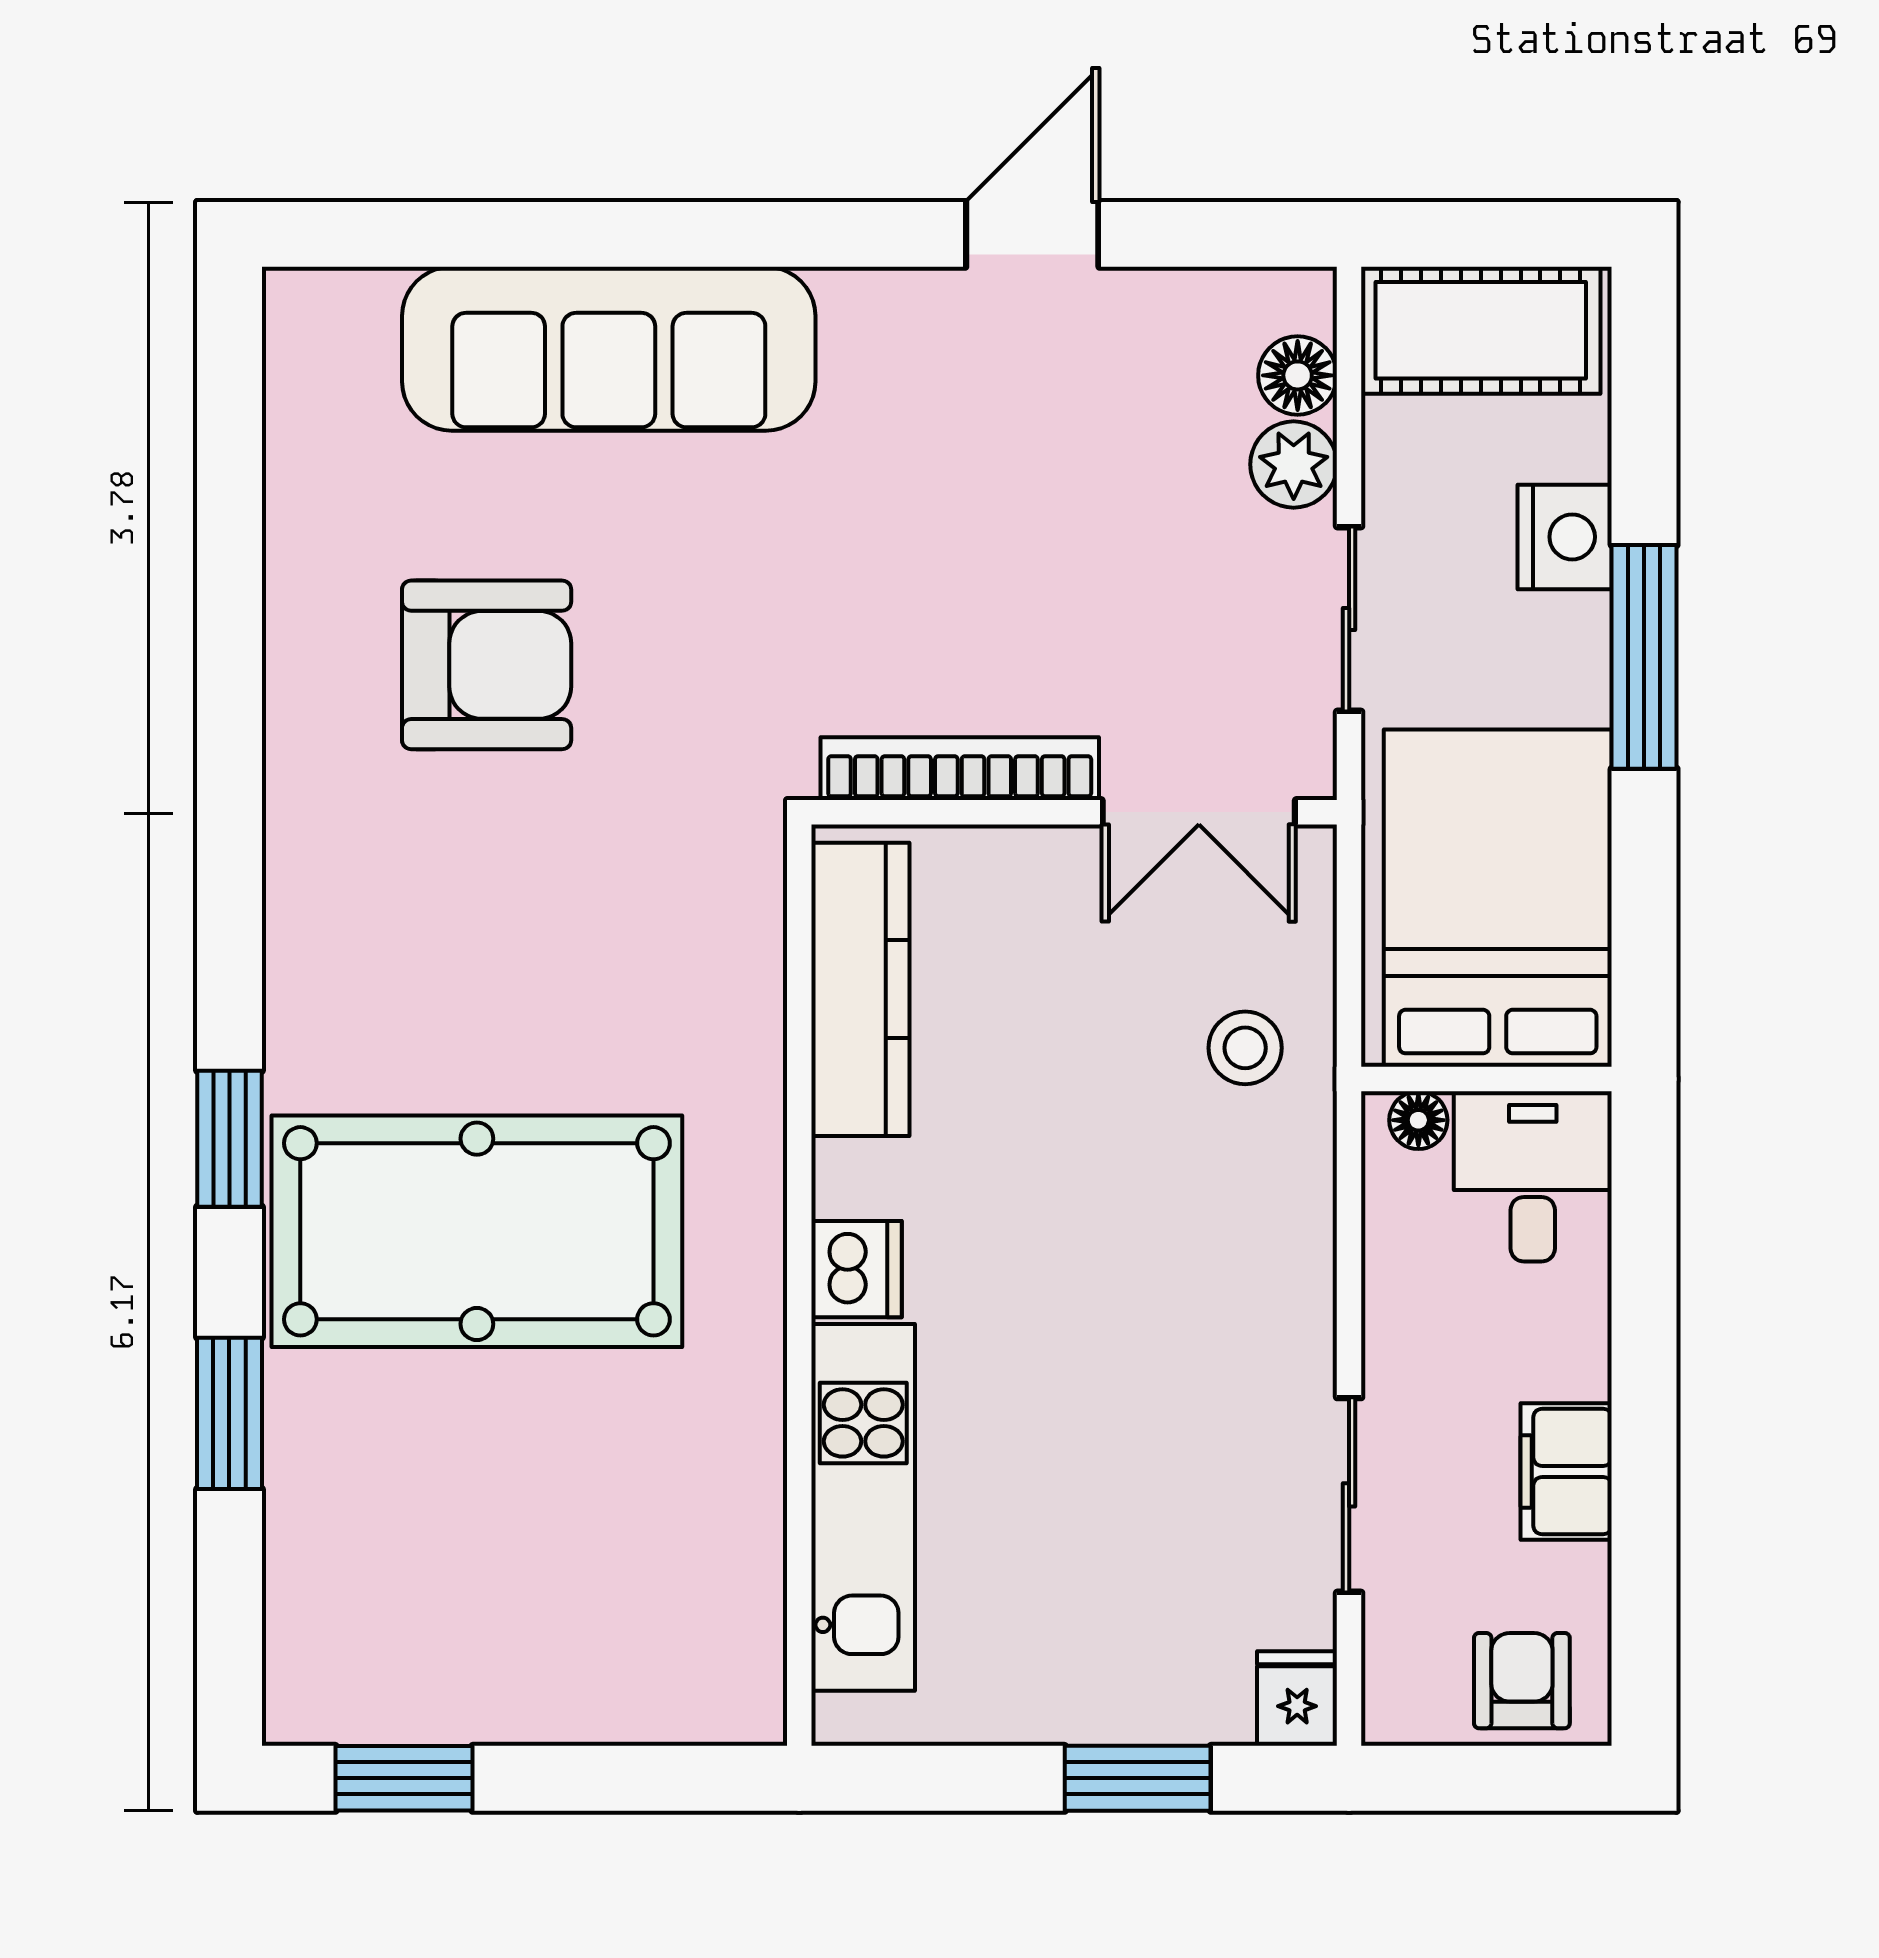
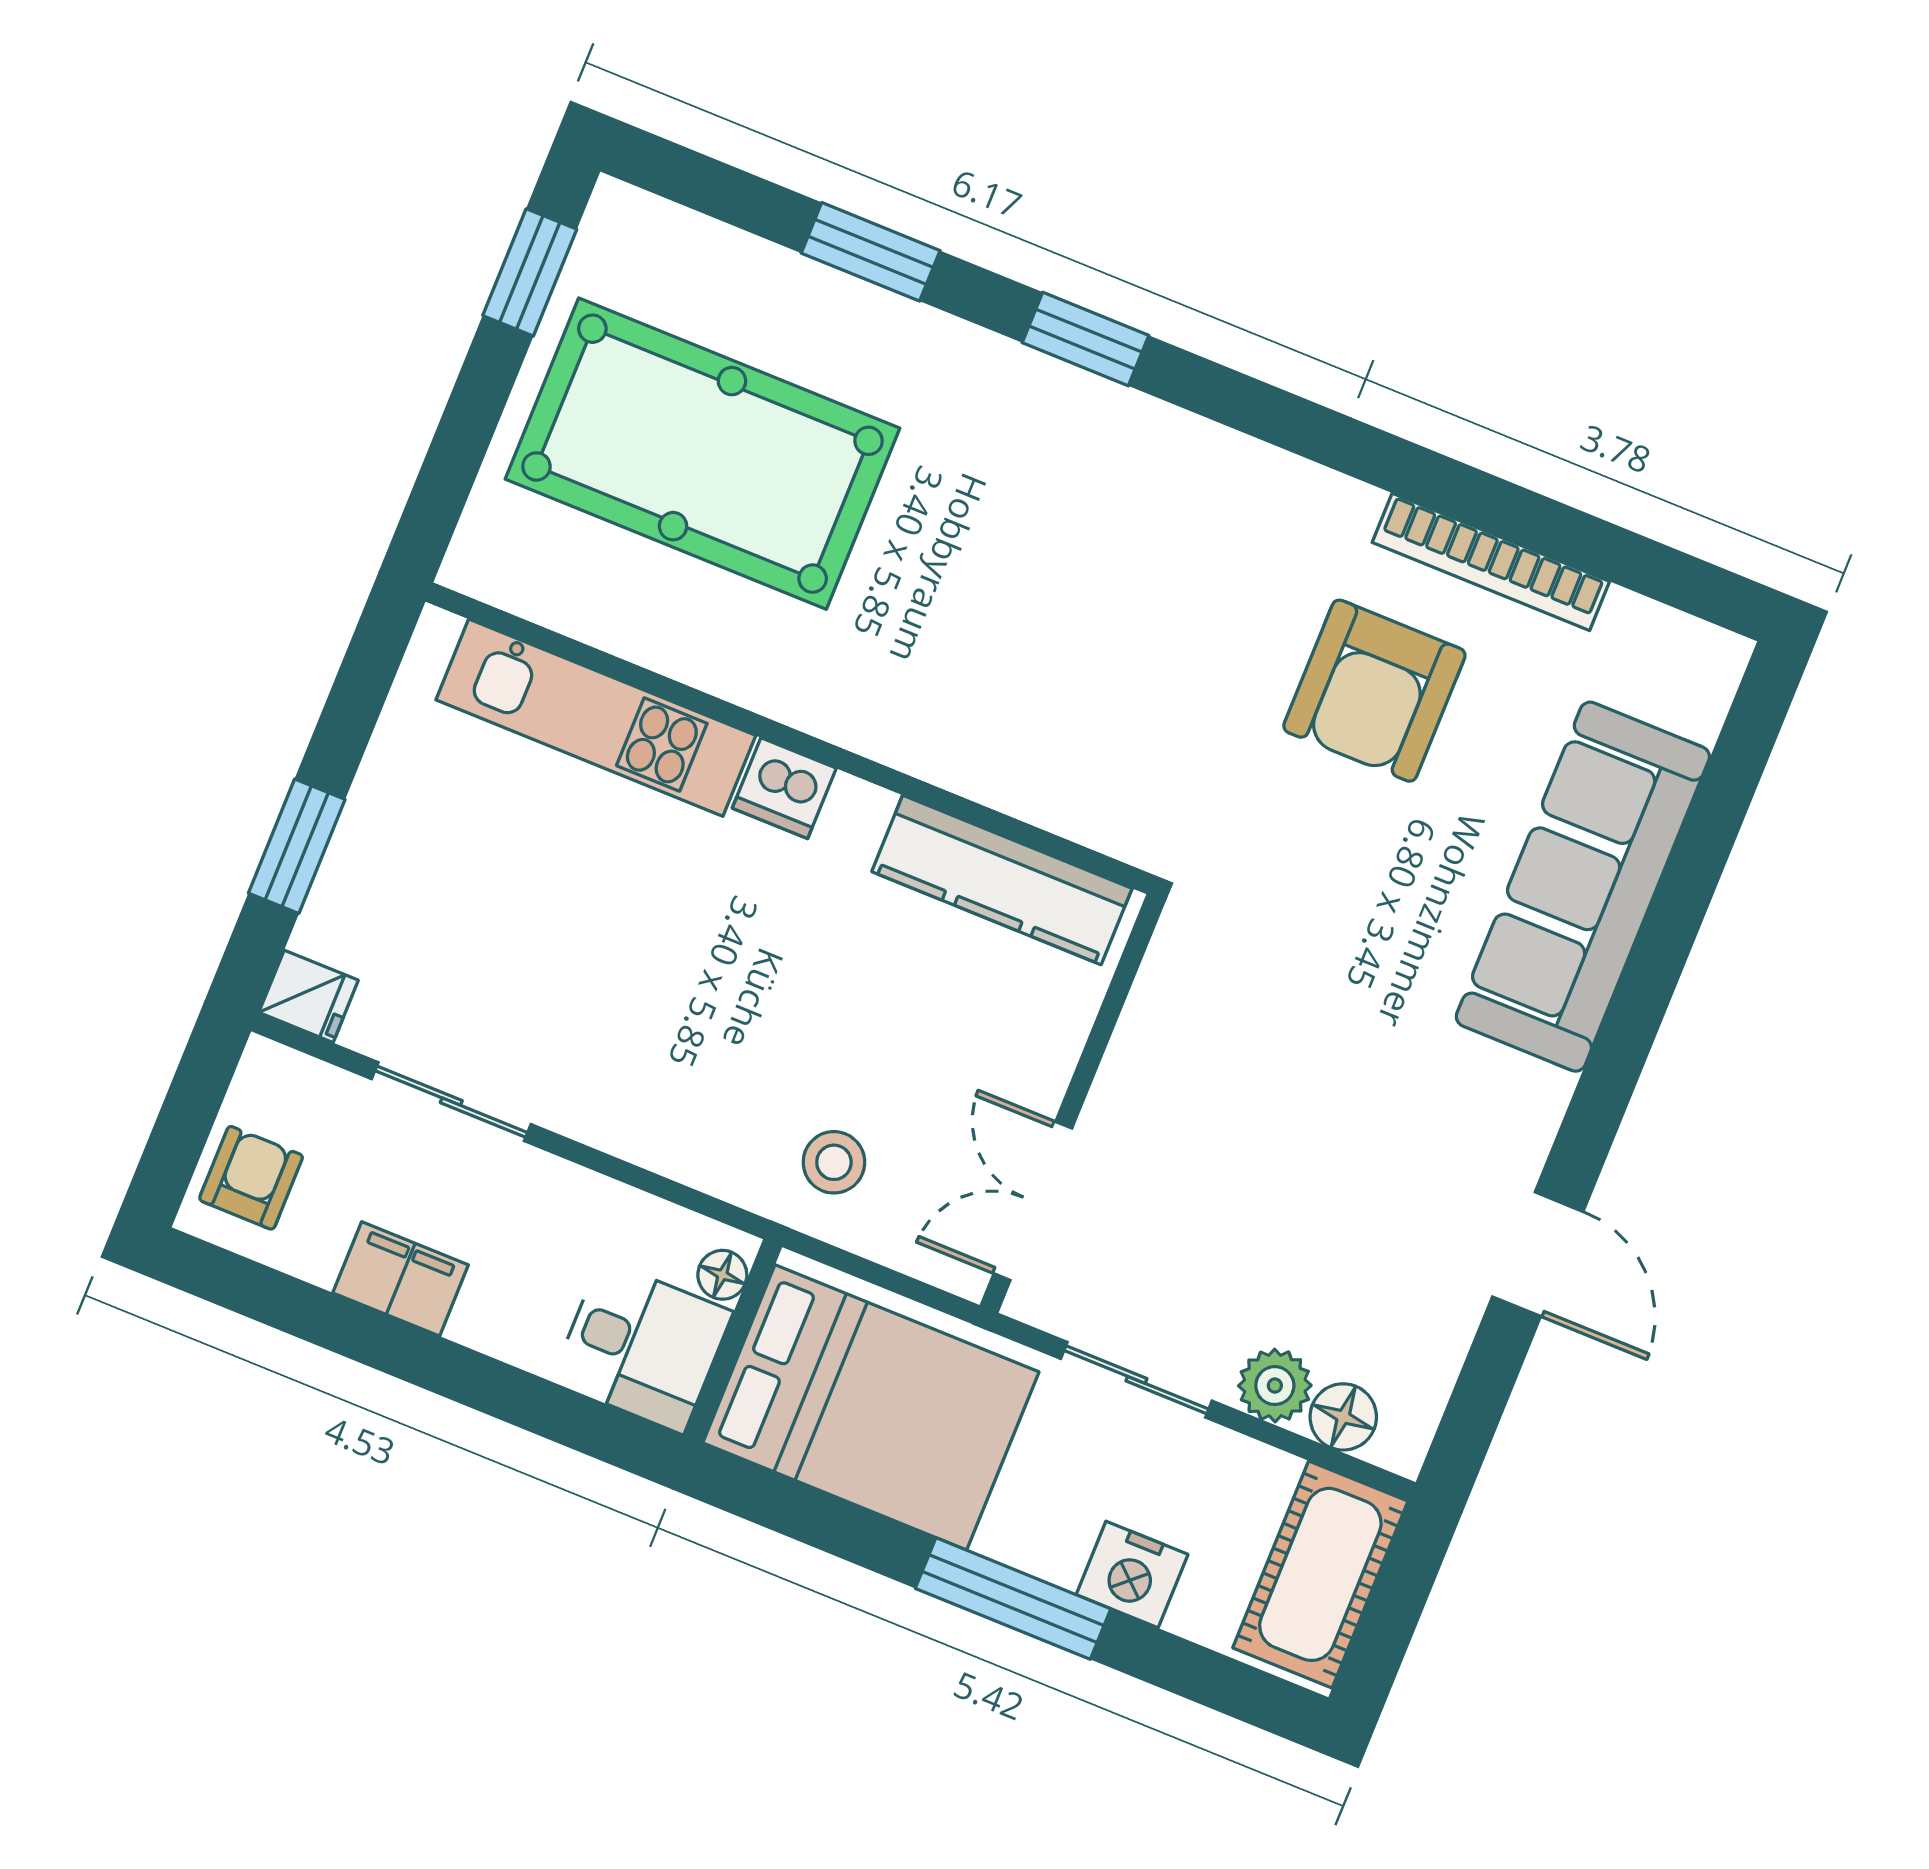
bookcase: (960, 769) -> (1491, 562), moved, turned 90
pool table: (477, 1231) -> (702, 454), moved, turned 90
armchair: (1522, 1681) -> (251, 1178), turned -90

